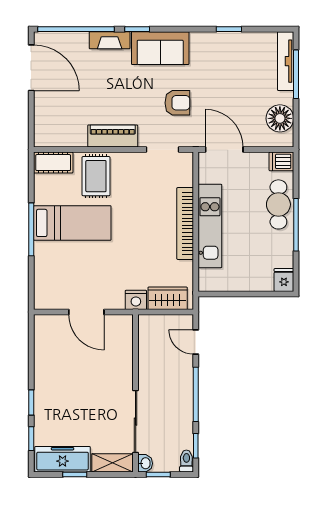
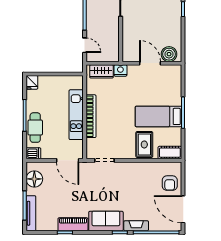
armchair: (177, 103) -> (170, 183), moved, turned -90
piano: (113, 136) -> (73, 224), moved, turned 180
boiler: (55, 327) -> (169, 54), added

